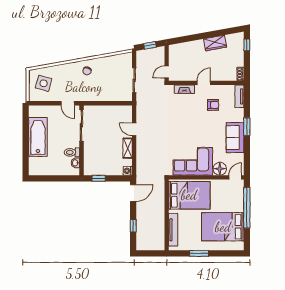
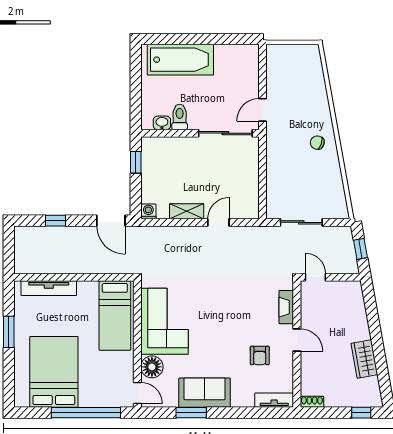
side table: (44, 83) -> (296, 69), removed
window: (247, 127) -> (191, 413), moved
bathtub: (38, 137) -> (180, 60), moved
bed: (189, 195) -> (115, 315), width x0.67

